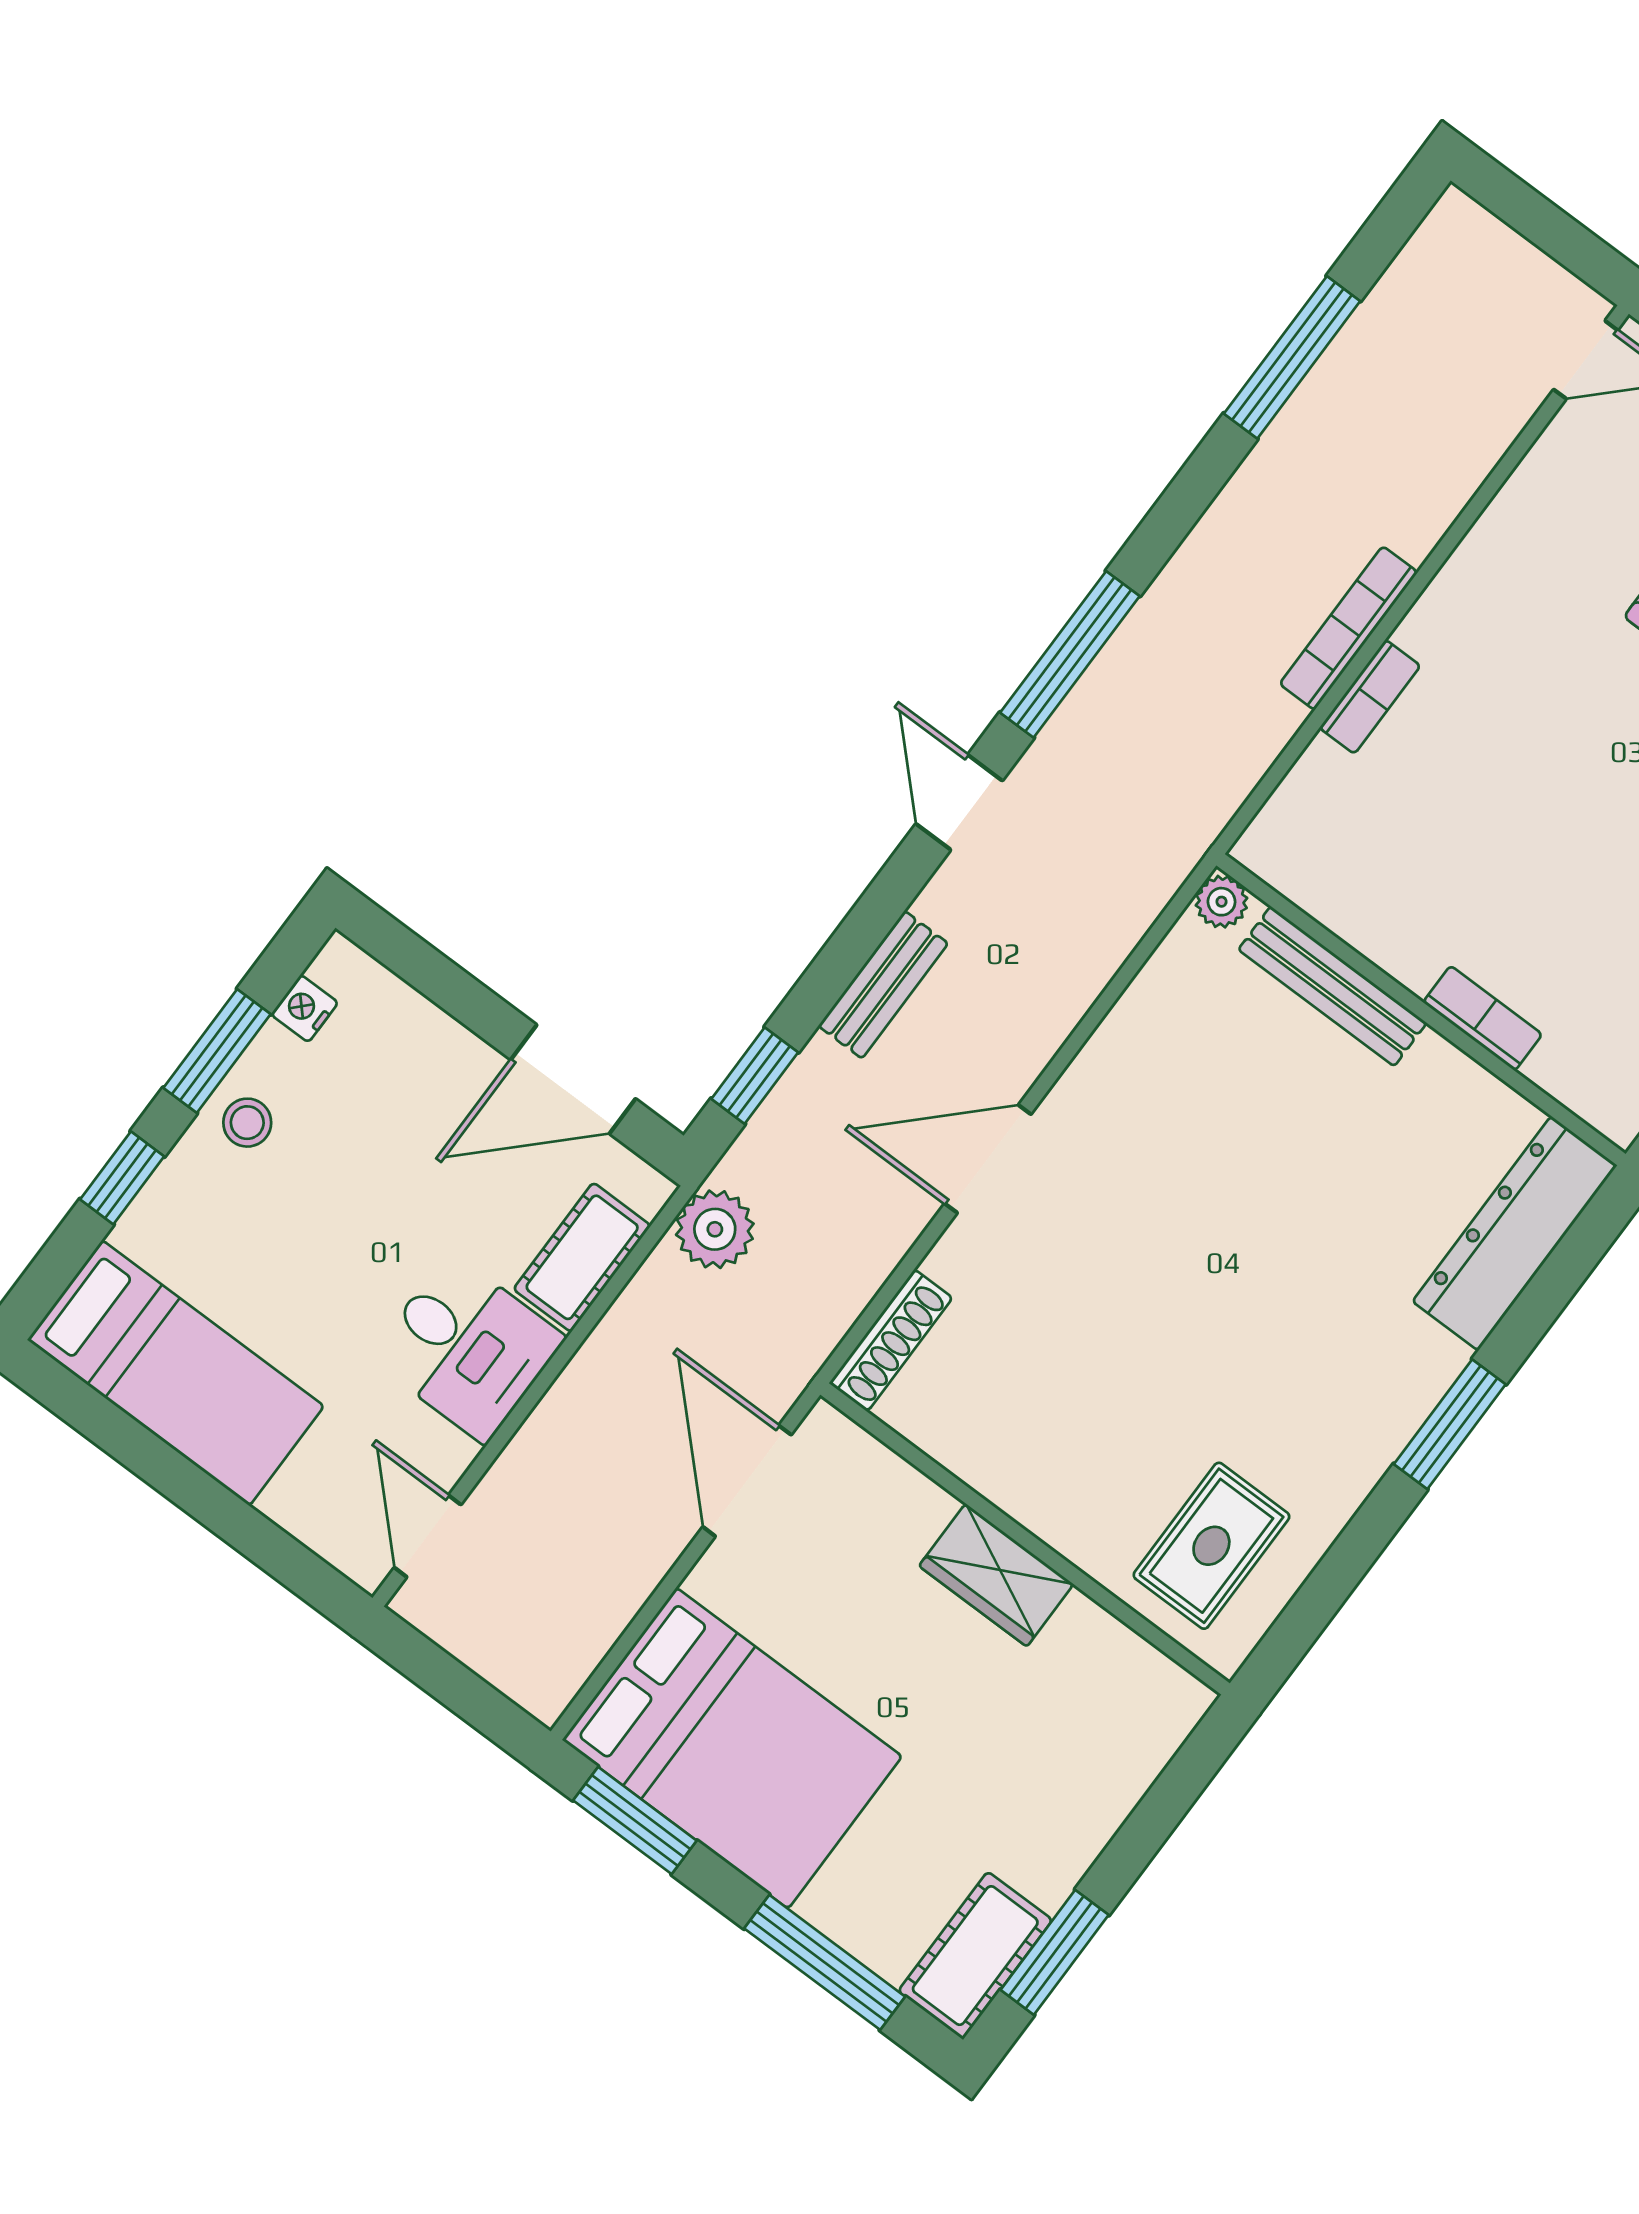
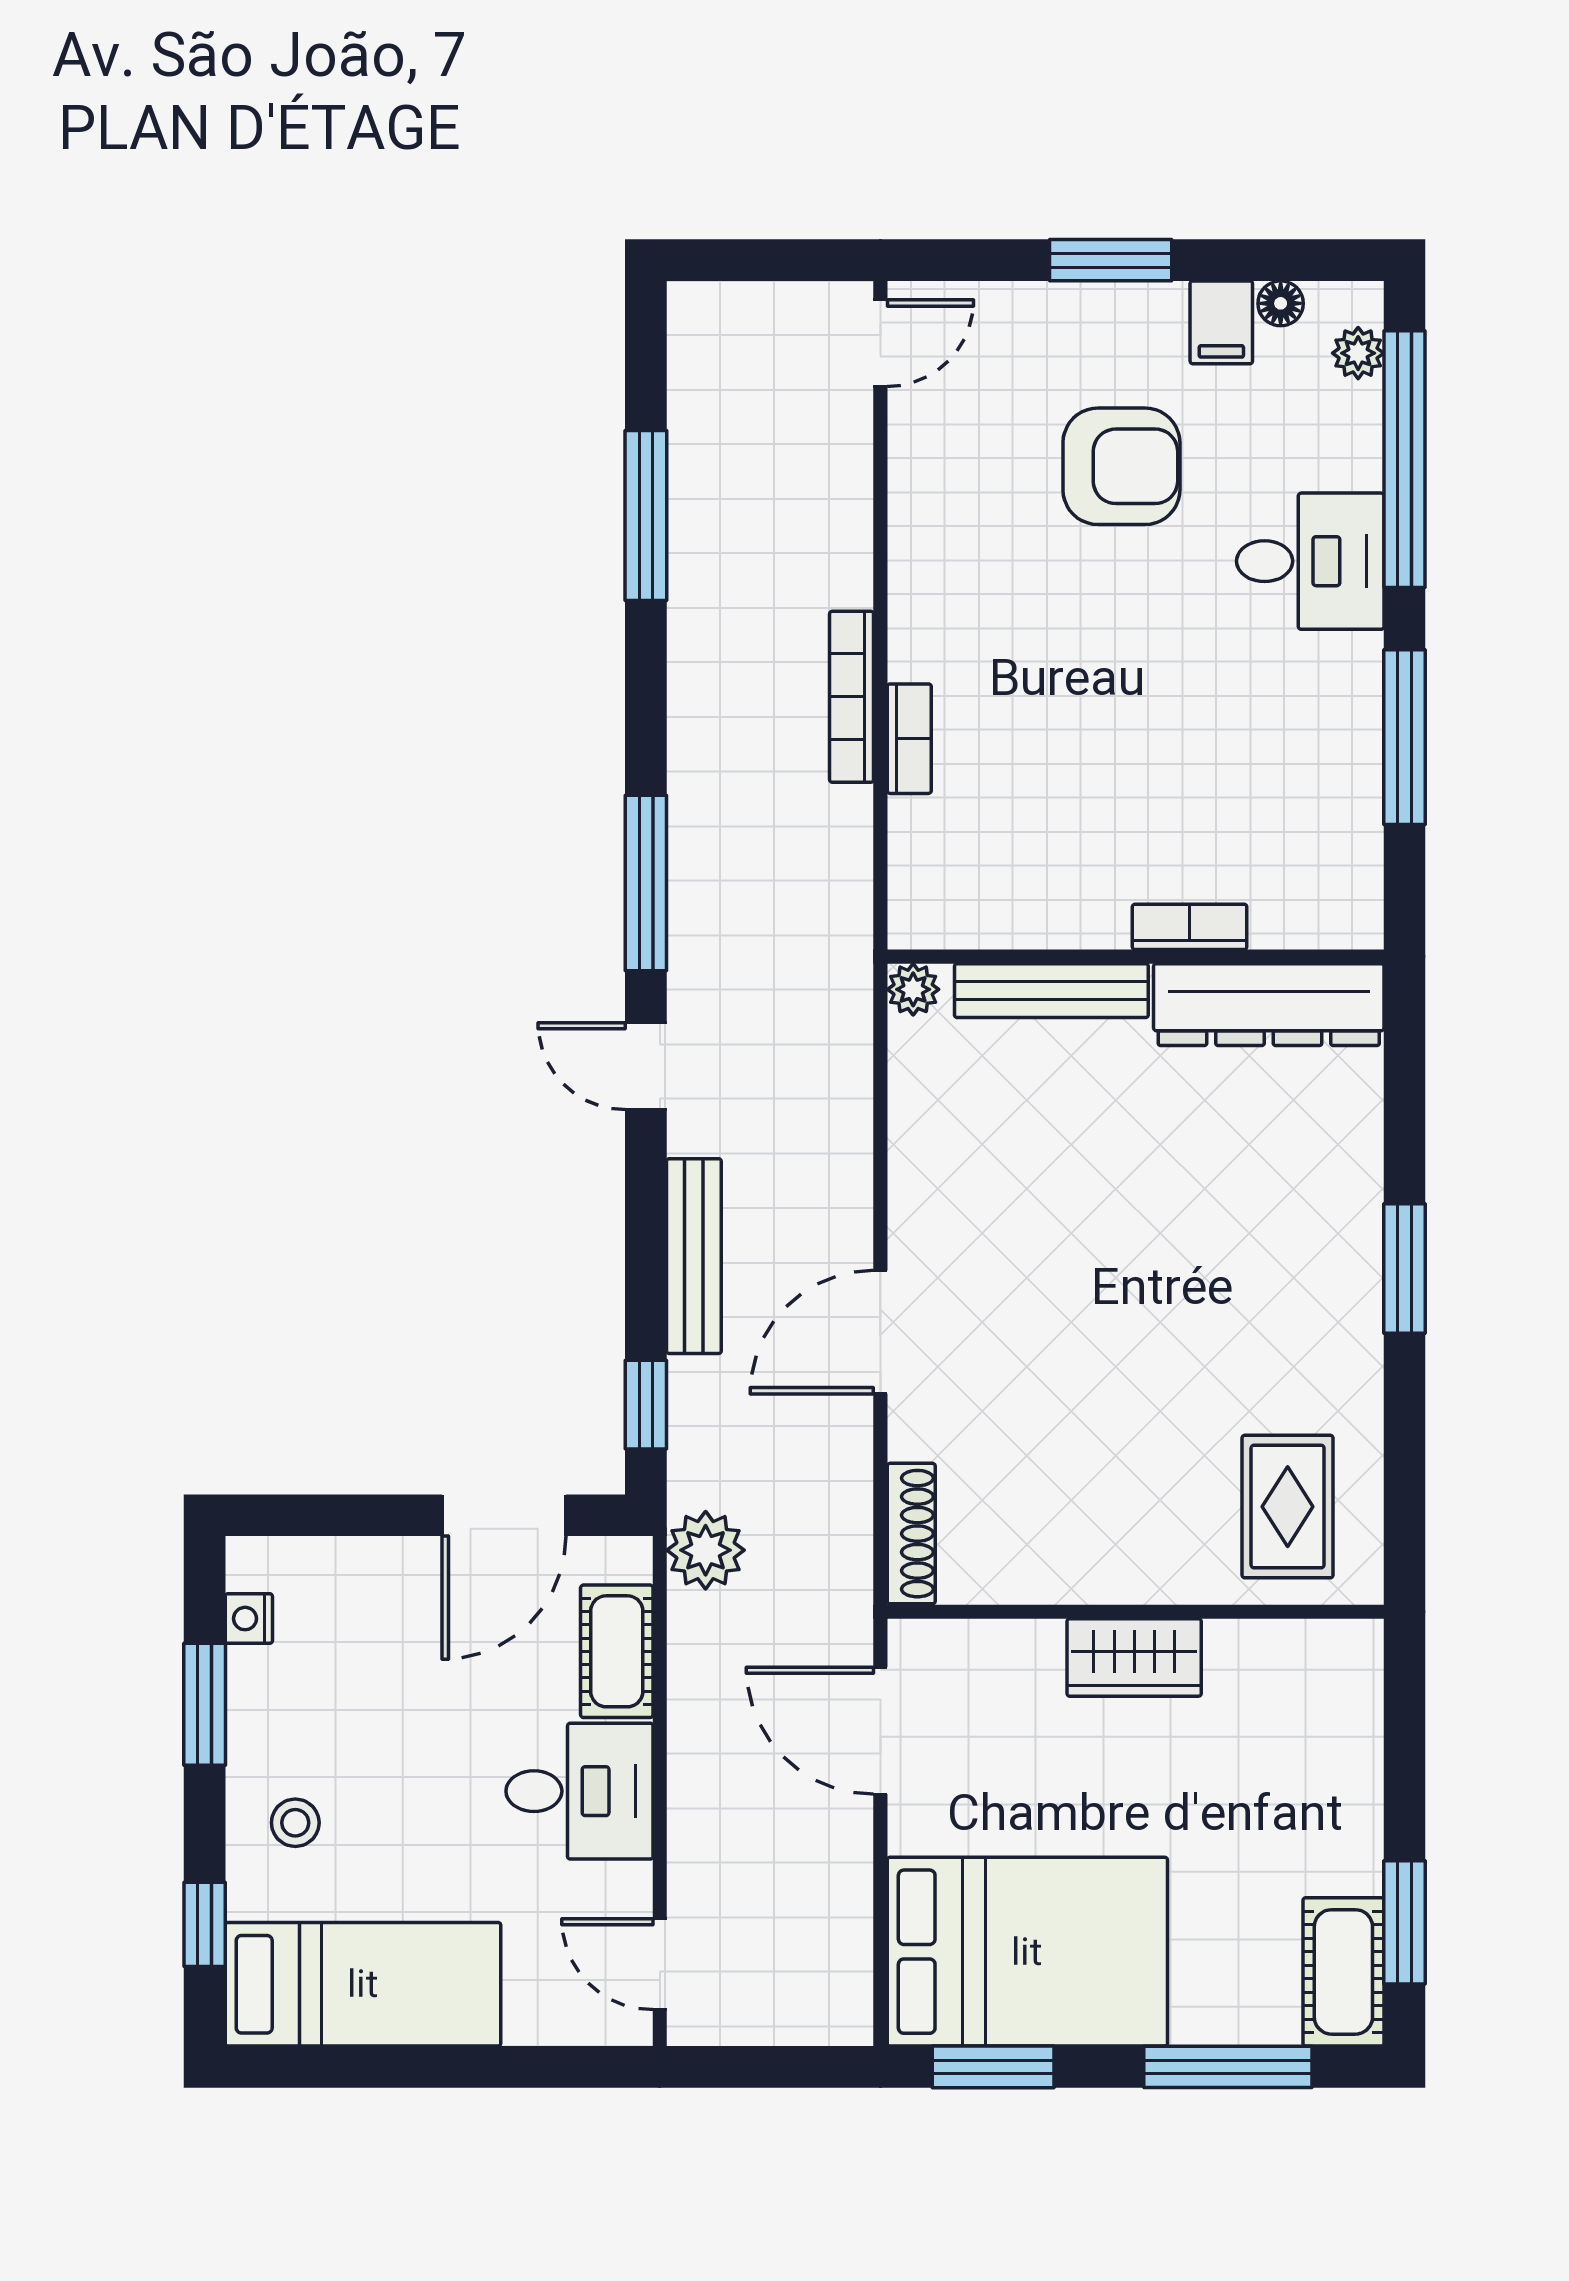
bench: (883, 985) -> (694, 1256), width x1.36
stool: (247, 1123) -> (295, 1823), moved
window: (122, 1178) -> (205, 1924), moved
dresser: (1515, 1233) -> (1269, 1005), moved, turned -90

